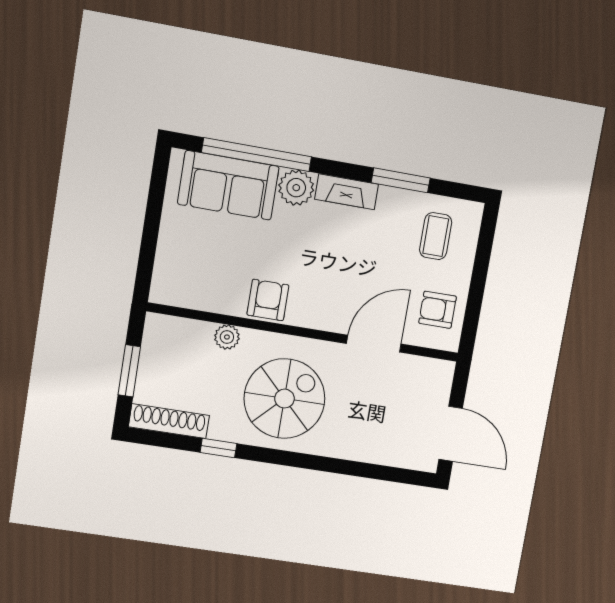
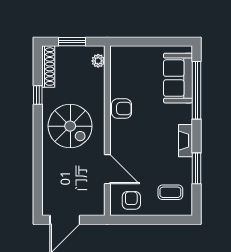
plant: (296, 188) -> (183, 114), removed
plant: (227, 337) -> (98, 61), moved

